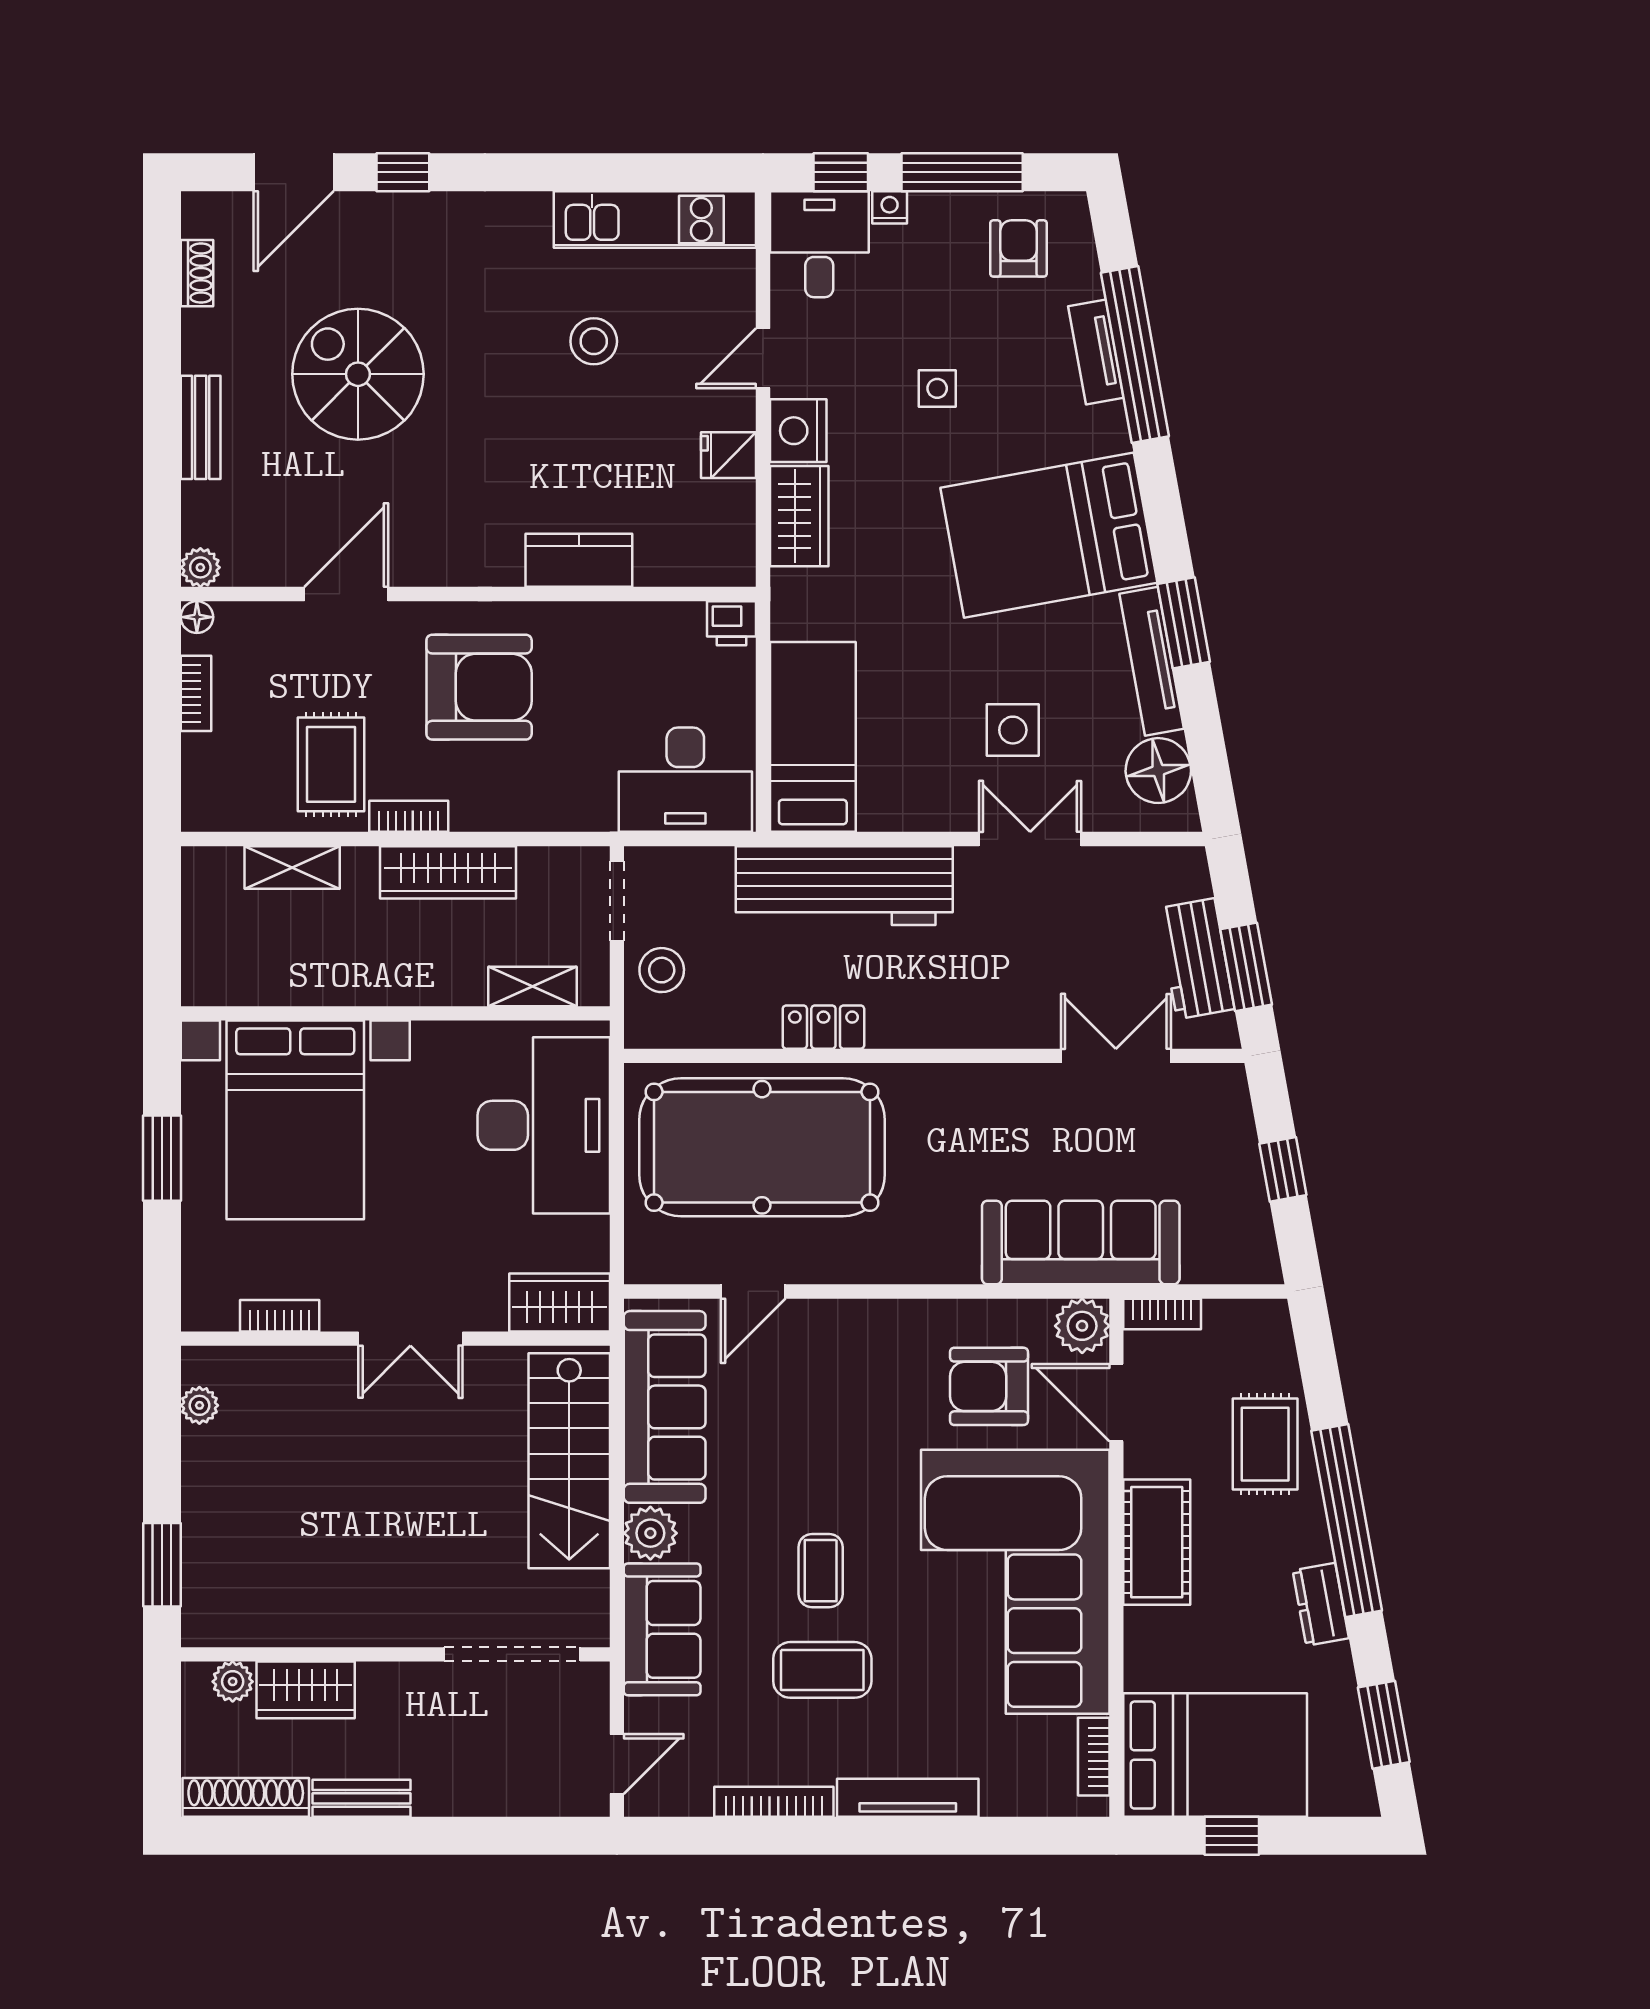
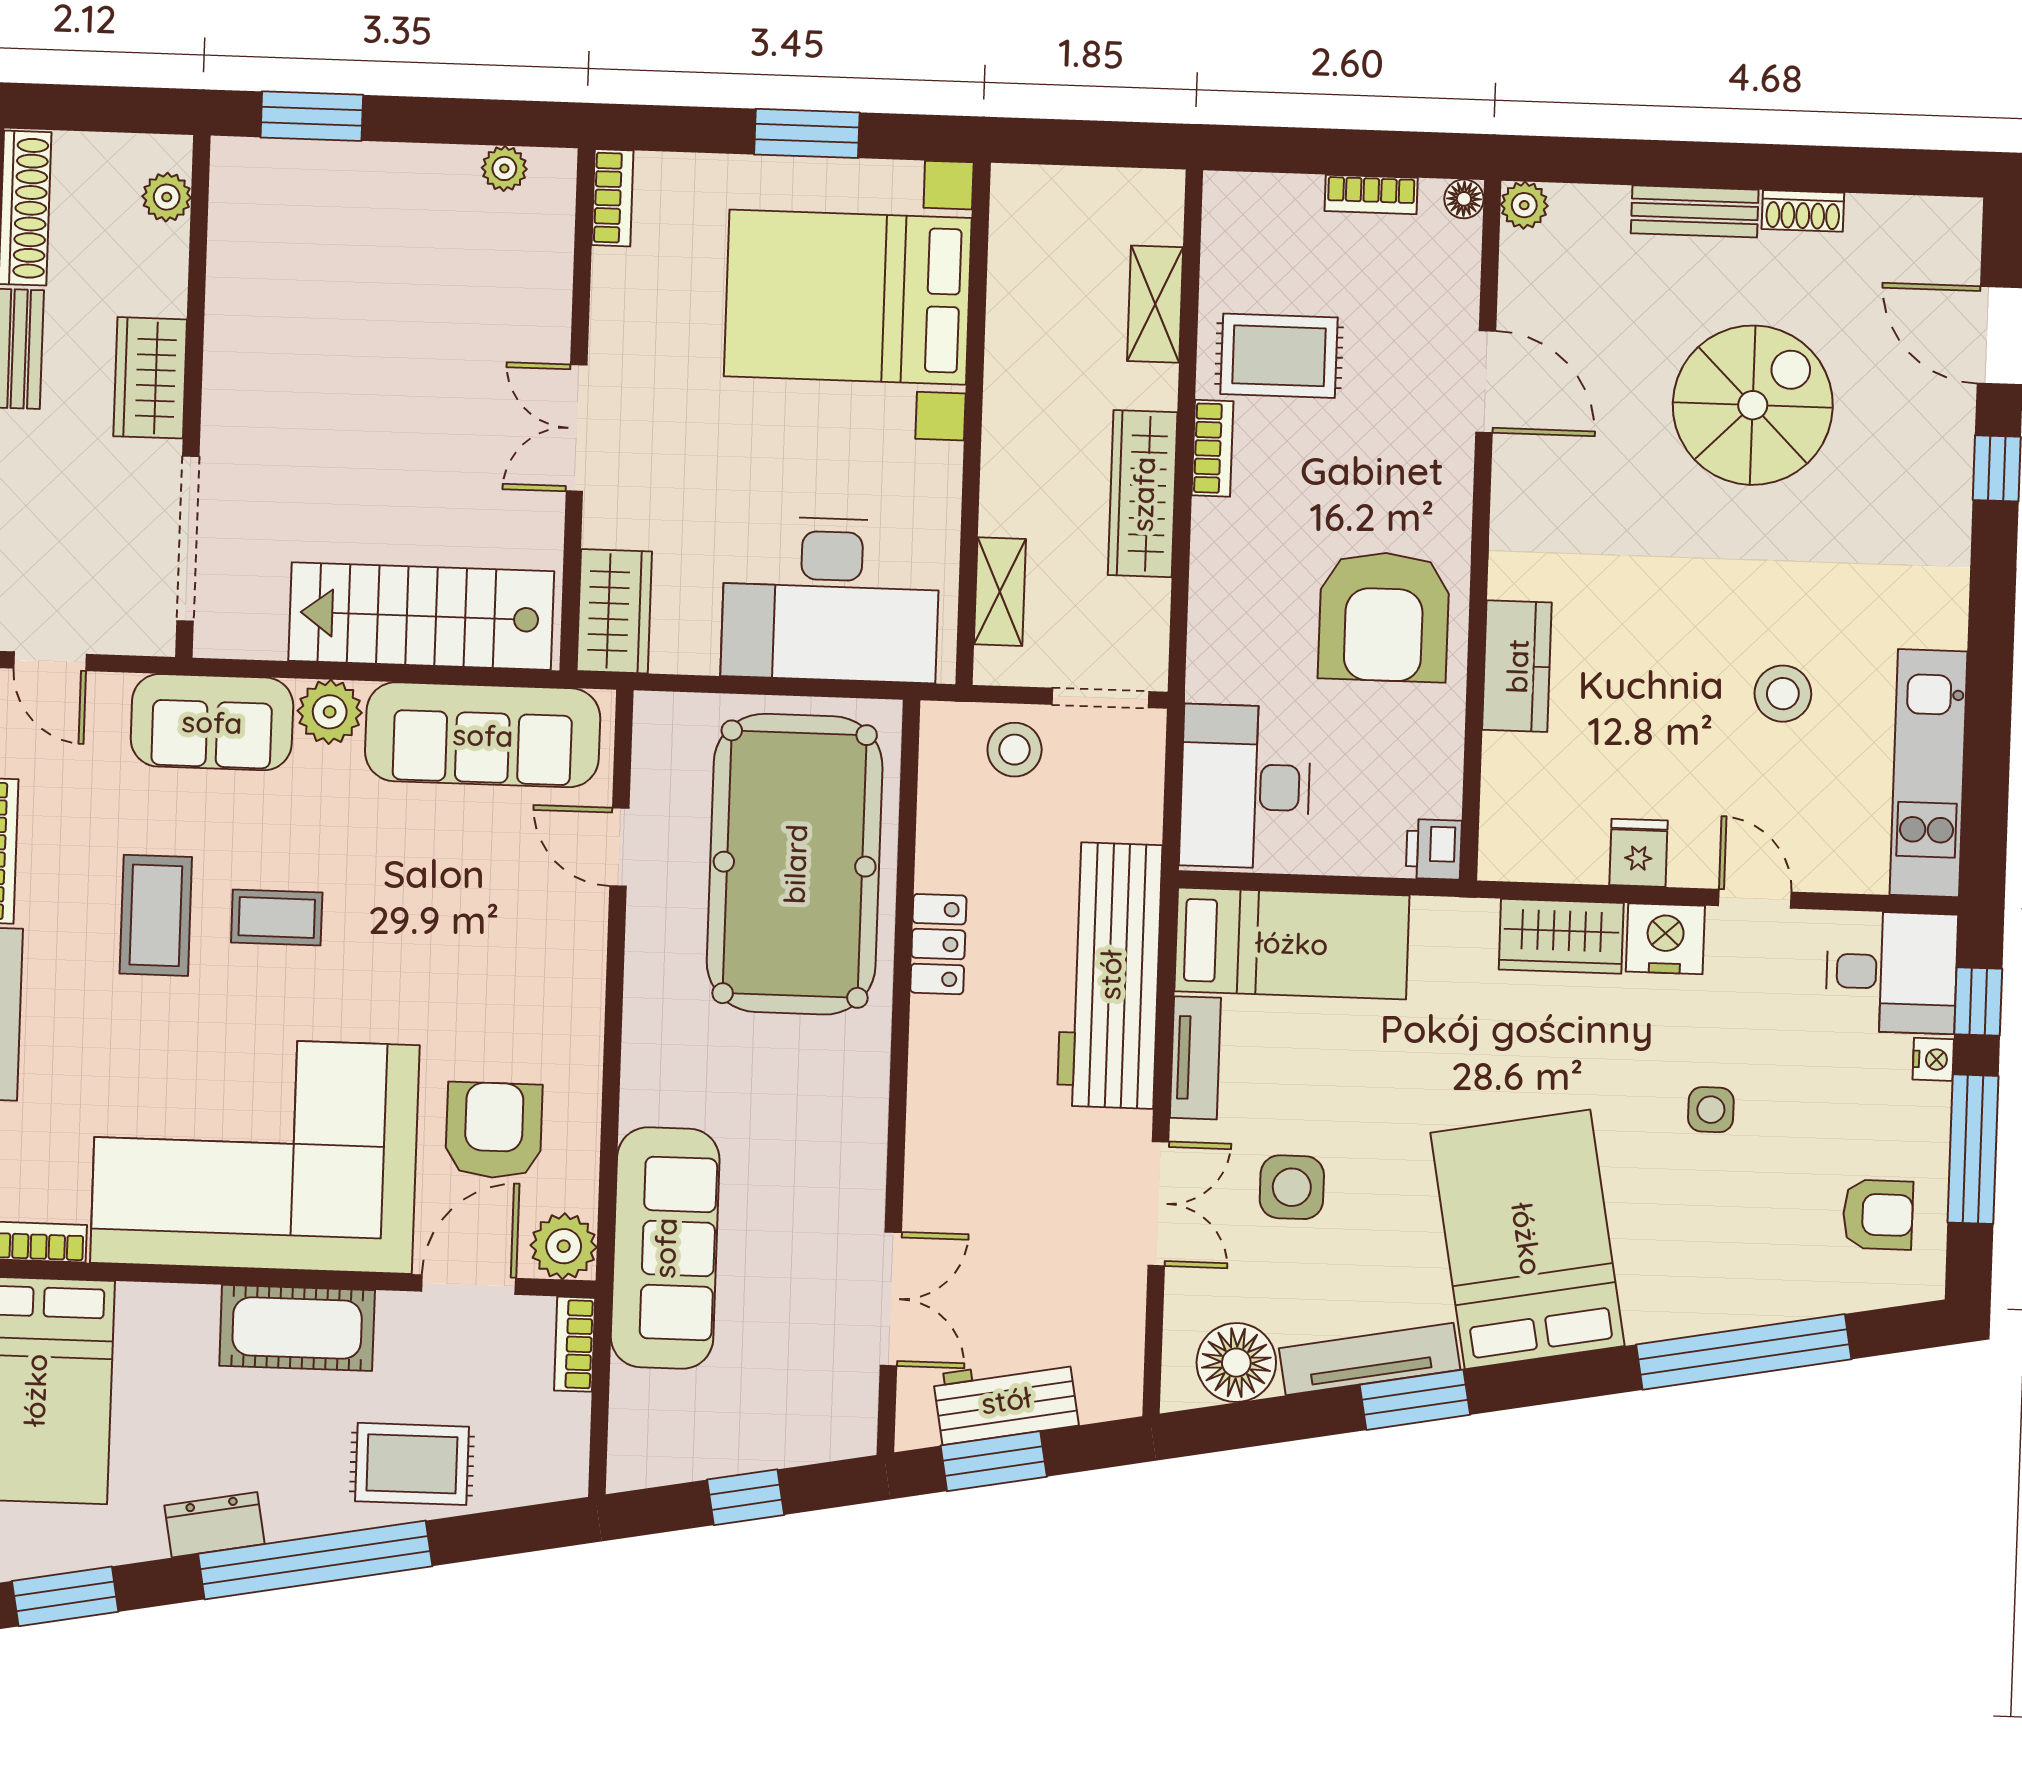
shoe rack: (197, 273) -> (1803, 211), moved
tv unit: (1096, 352) -> (1195, 1058), moved, turned 100
armchair: (479, 687) -> (1384, 617), moved
bookcase: (280, 1316) -> (613, 198), moved
wardrobe: (306, 1690) -> (150, 378), moved

